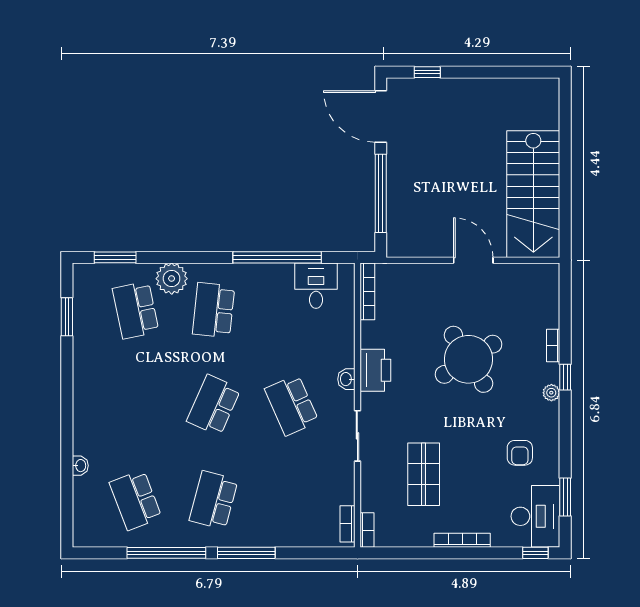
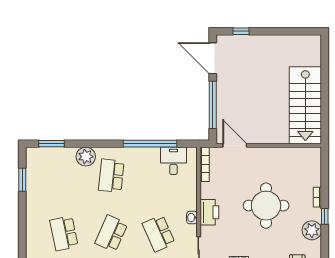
door: (473, 260) -> (235, 145), moved
school desk: (136, 310) -> (64, 233), moved
round table: (468, 359) -> (266, 206), turned 32
plant: (551, 393) -> (312, 230), width x1.87, depth x1.87

